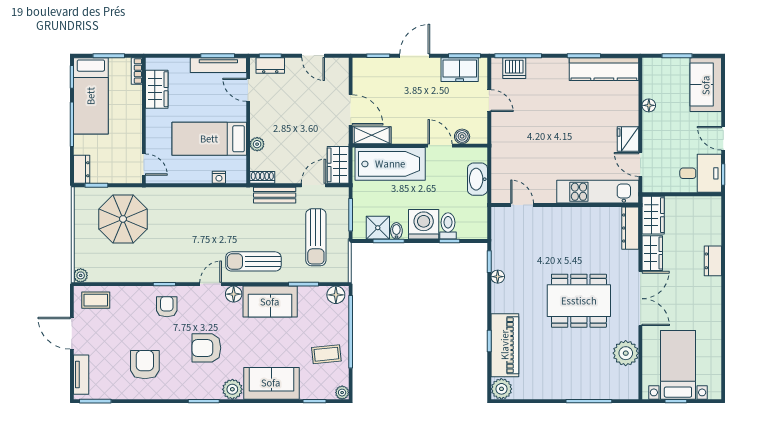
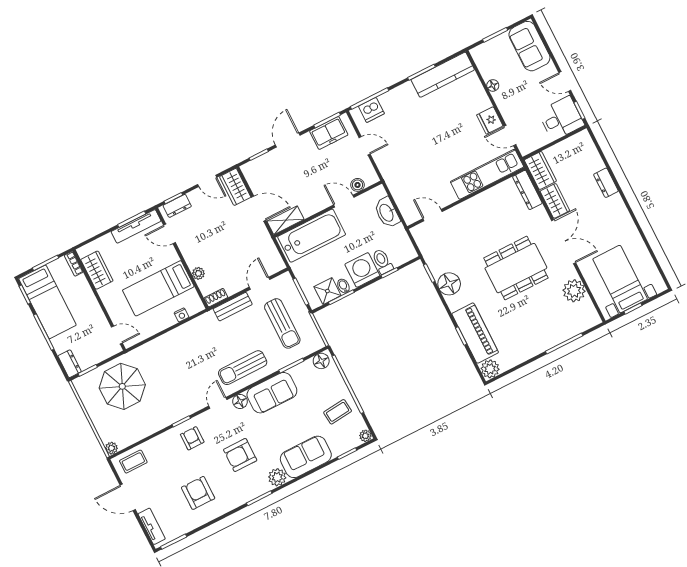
wardrobe: (338, 165) -> (235, 187), moved
floor lamp: (498, 277) -> (449, 284), width x1.89, depth x1.89

